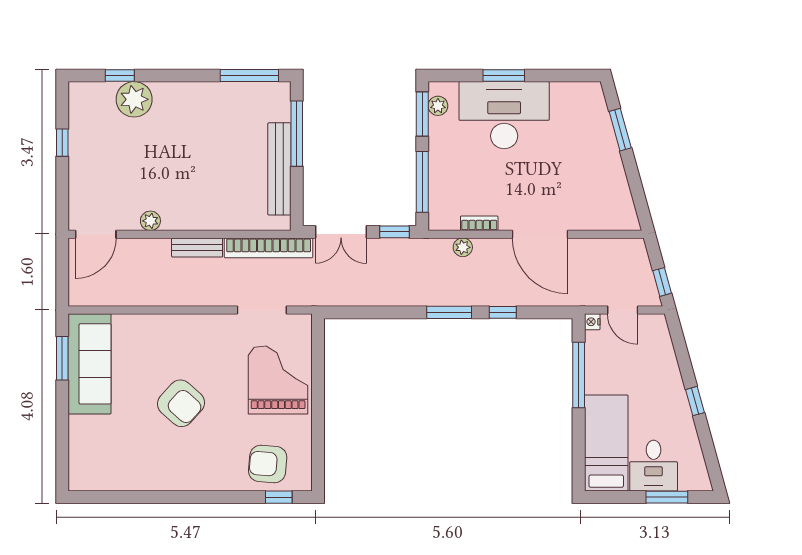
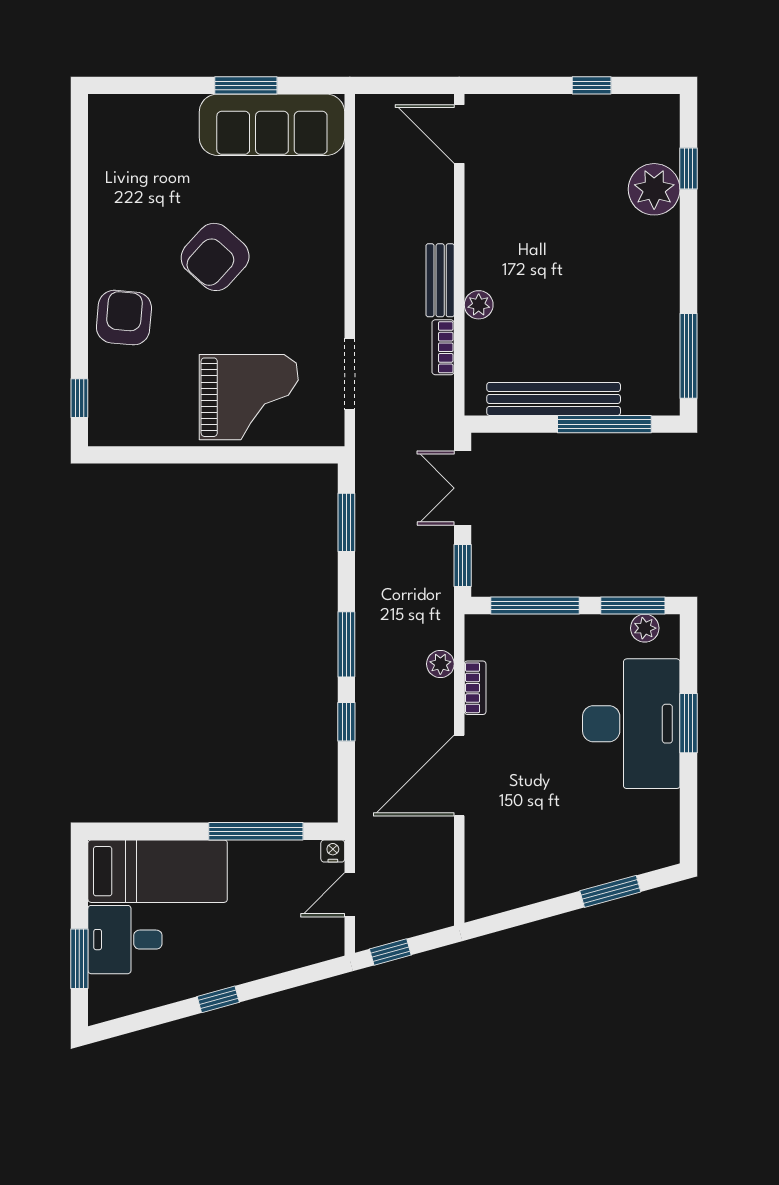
plant: (150, 221) -> (479, 305), moved
bookcase: (269, 248) -> (443, 347), width x0.43, depth x0.76
window: (365, 312) -> (346, 522), added
window: (62, 358) -> (246, 85), moved
armchair: (268, 464) -> (124, 318), moved

